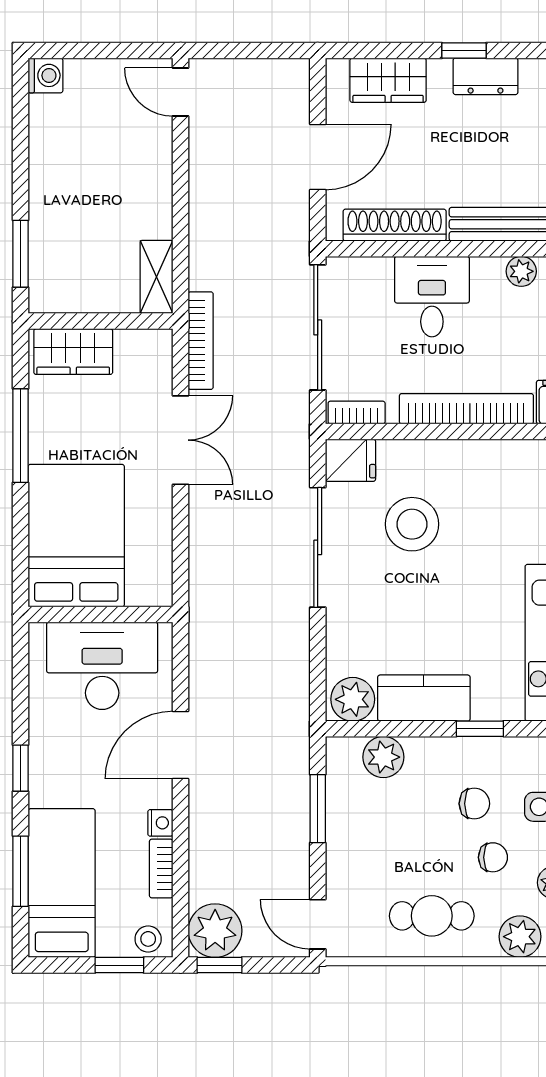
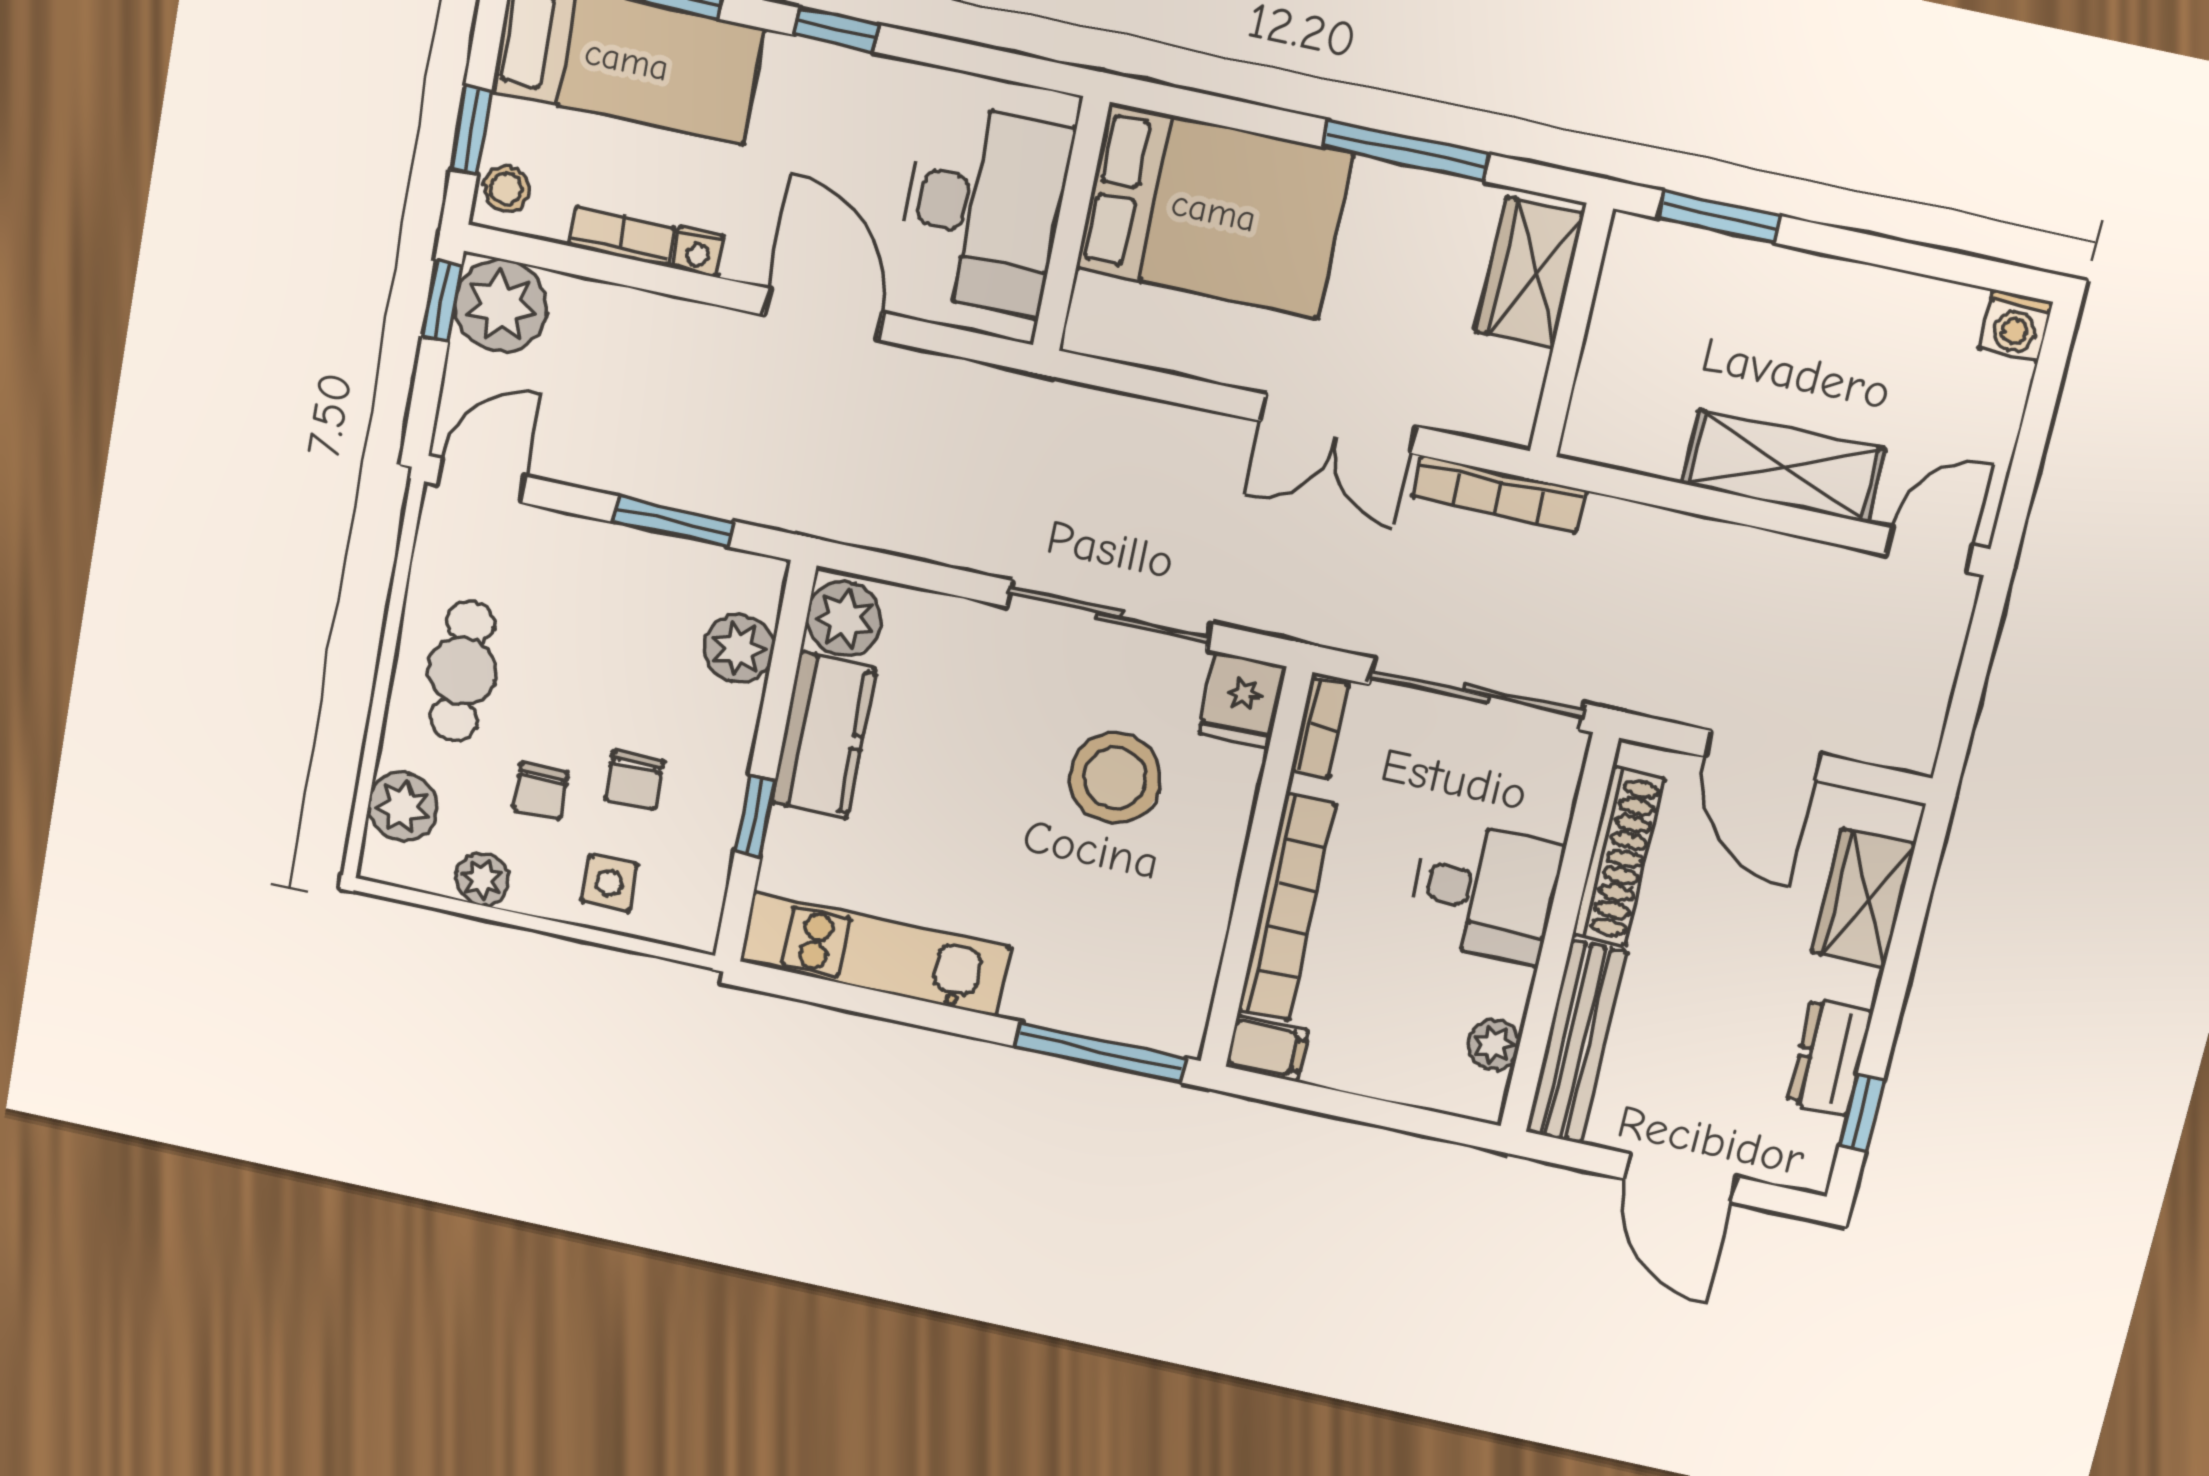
window: (464, 50) -> (1861, 1113), moved
shelving: (156, 277) -> (1784, 466), moved, width x1.50, depth x1.33

